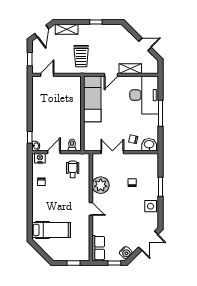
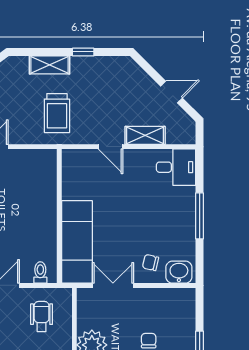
shelving: (67, 29) -> (49, 65), moved
door: (111, 75) -> (110, 147), hinge flipped
desk: (144, 95) -> (176, 167), width x0.53, depth x0.77
exam couch: (92, 99) -> (77, 242), moved

